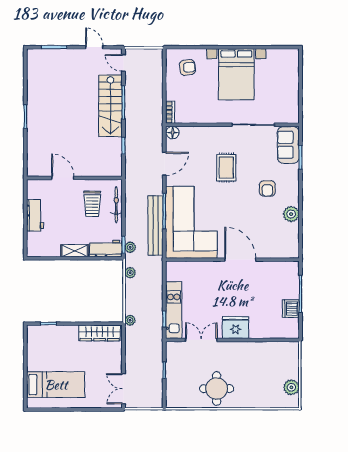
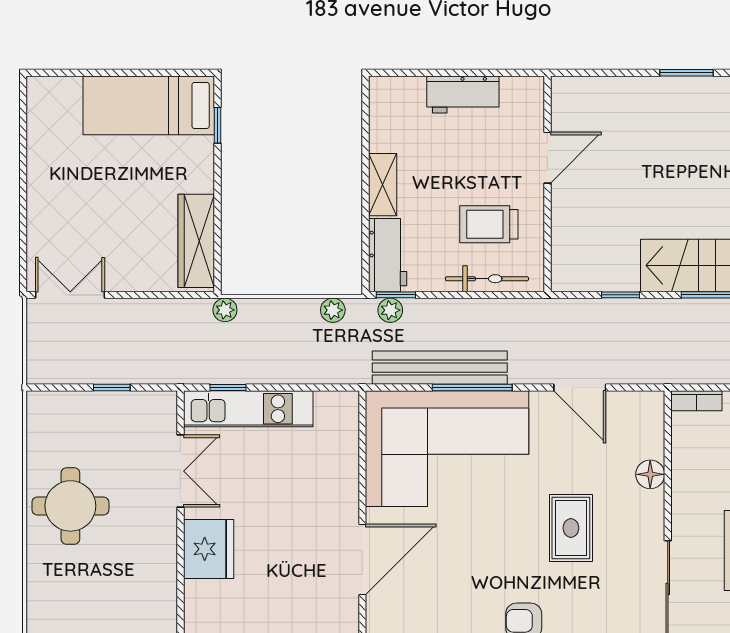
floor lamp: (173, 133) -> (650, 474), moved
rug: (226, 168) -> (571, 528), turned 90
bed: (56, 385) -> (149, 105), moved, turned 90

